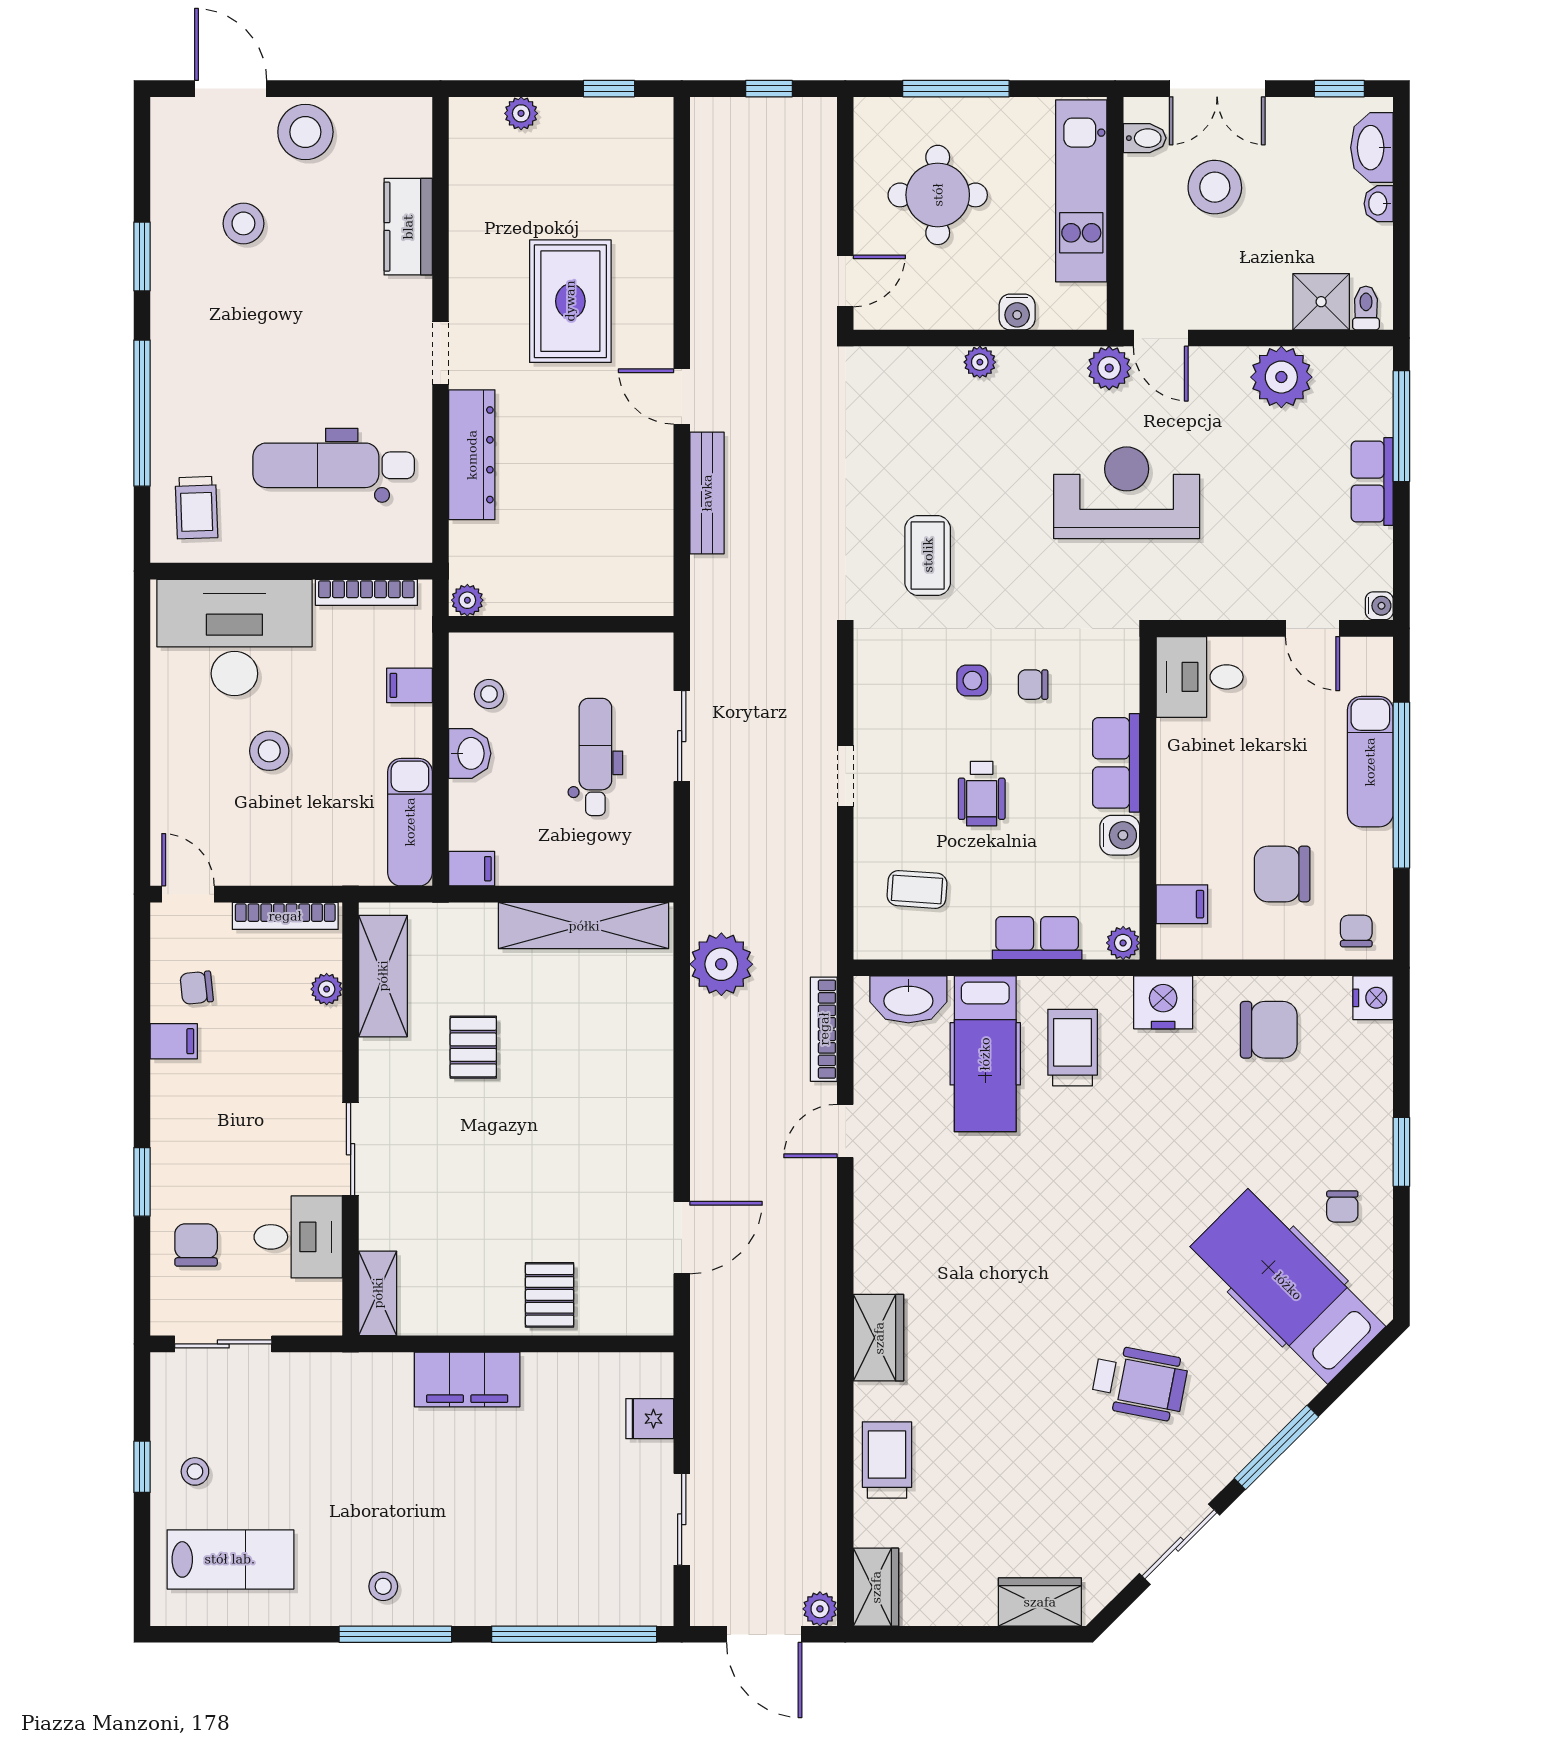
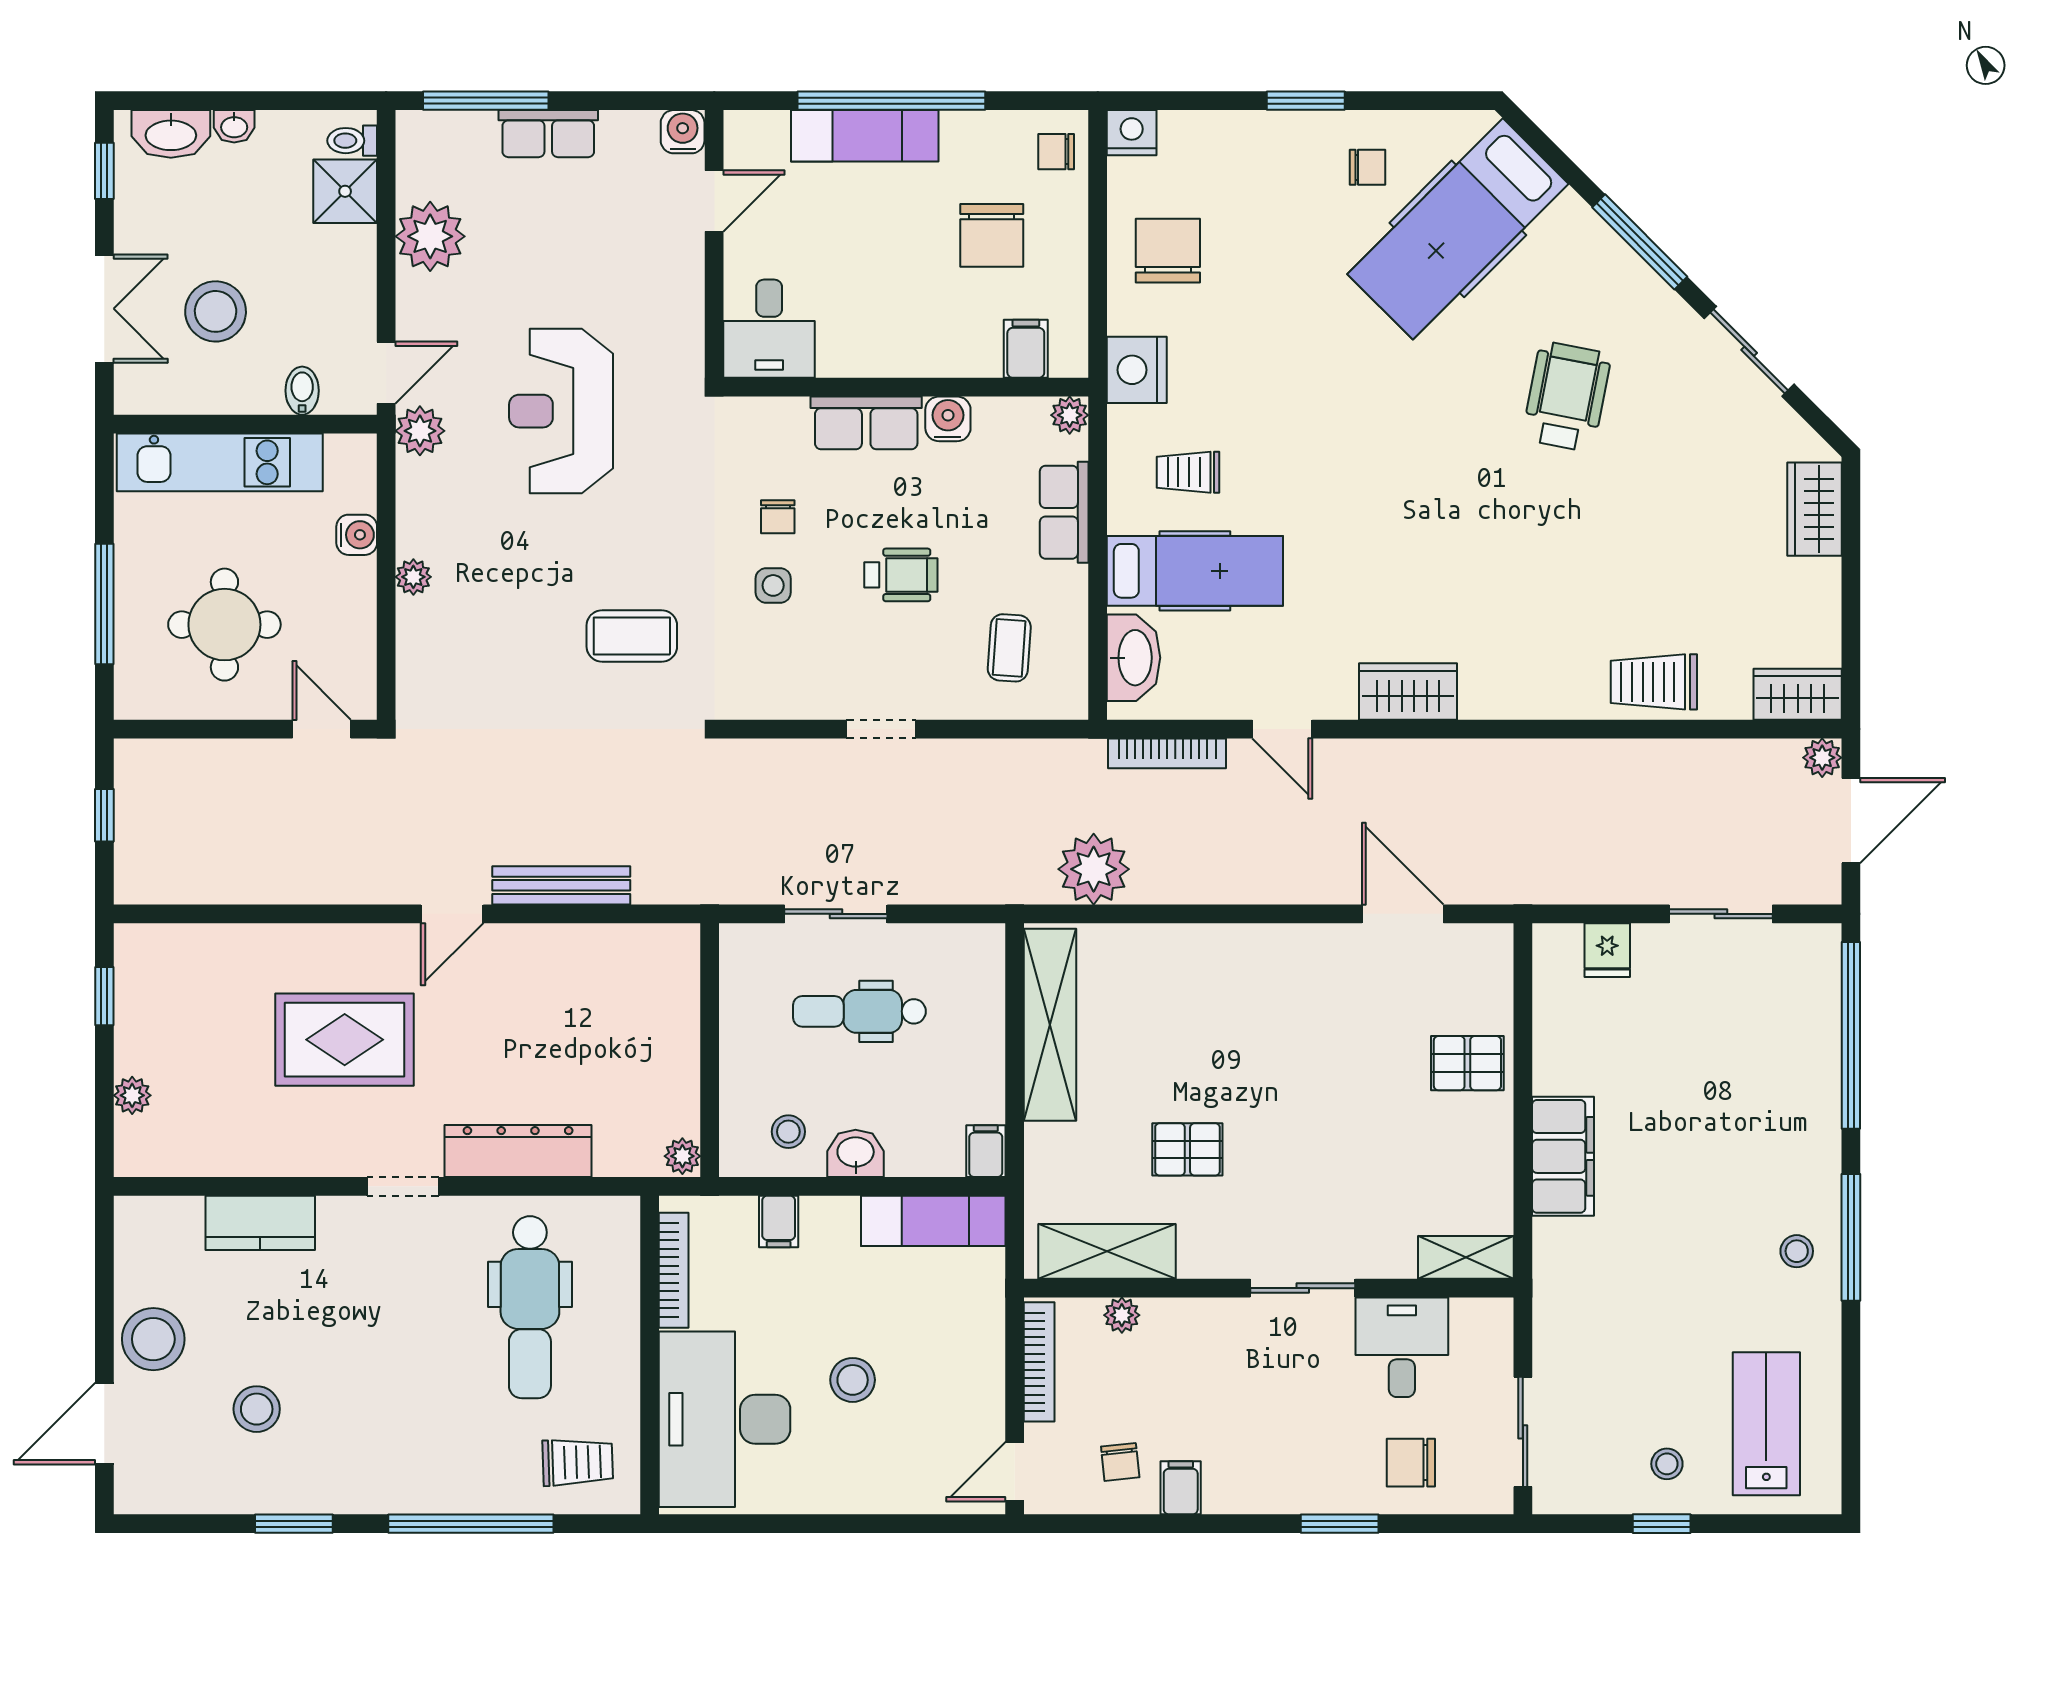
bidet: (1145, 138) -> (302, 391), moved
water cooler: (1379, 606) -> (683, 132), width x1.38, depth x1.38
trolley: (1073, 1048) -> (1188, 472), width x0.73, depth x0.72
wardrobe: (879, 1338) -> (1408, 691), moved

